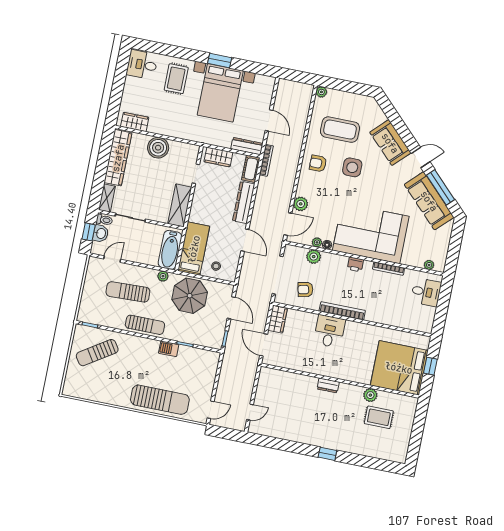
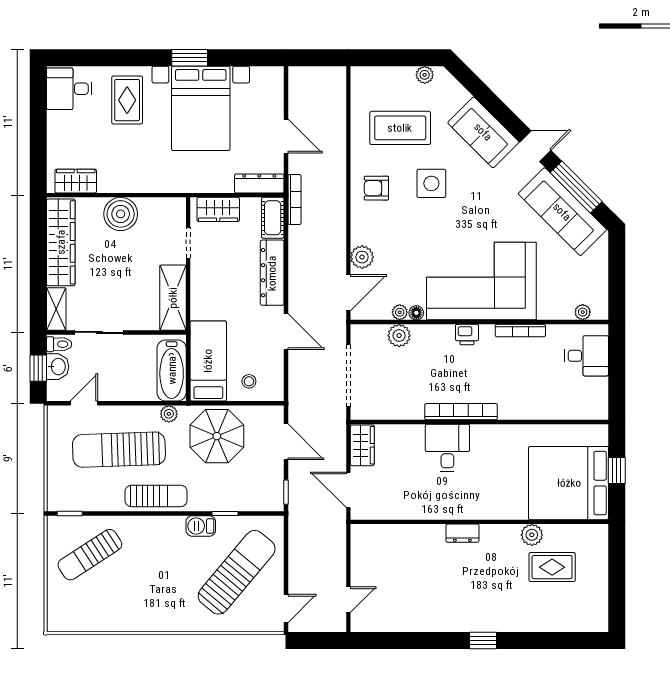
plant: (321, 92) -> (425, 75), moved
armchair: (305, 290) -> (396, 390), removed
sun lounger: (128, 292) -> (119, 450), width x1.36, depth x1.34
sun lounger: (160, 400) -> (237, 572), moved, turned -50

